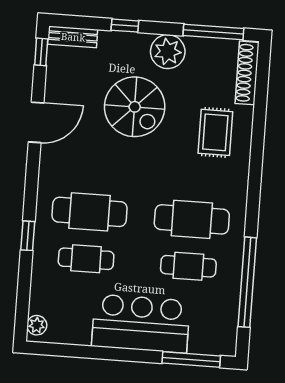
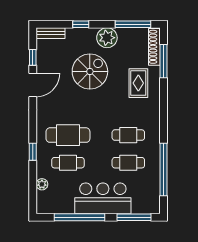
window: (41, 52) -> (33, 57), moved
window: (261, 98) -> (164, 61), added
spiral stairs: (135, 107) -> (90, 71), turned -90
cafe table: (192, 219) -> (128, 135), width x0.73, depth x0.74
plant: (37, 325) -> (42, 184), moved
window: (99, 353) -> (79, 217), added

